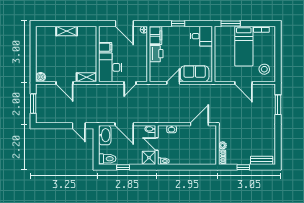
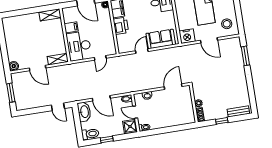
shelving: (67, 31) -> (50, 15), moved
nightstand: (222, 75) -> (187, 36), added

